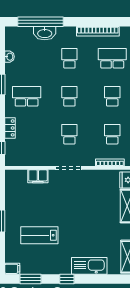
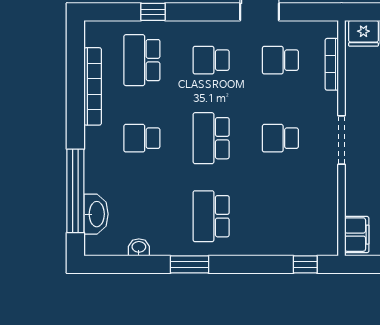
washbasin: (45, 33) -> (96, 214), moved
school desk: (69, 96) -> (211, 138), width x1.85
locker: (10, 128) -> (269, 246), removed
filing cabinet: (38, 176) -> (357, 235), moved

